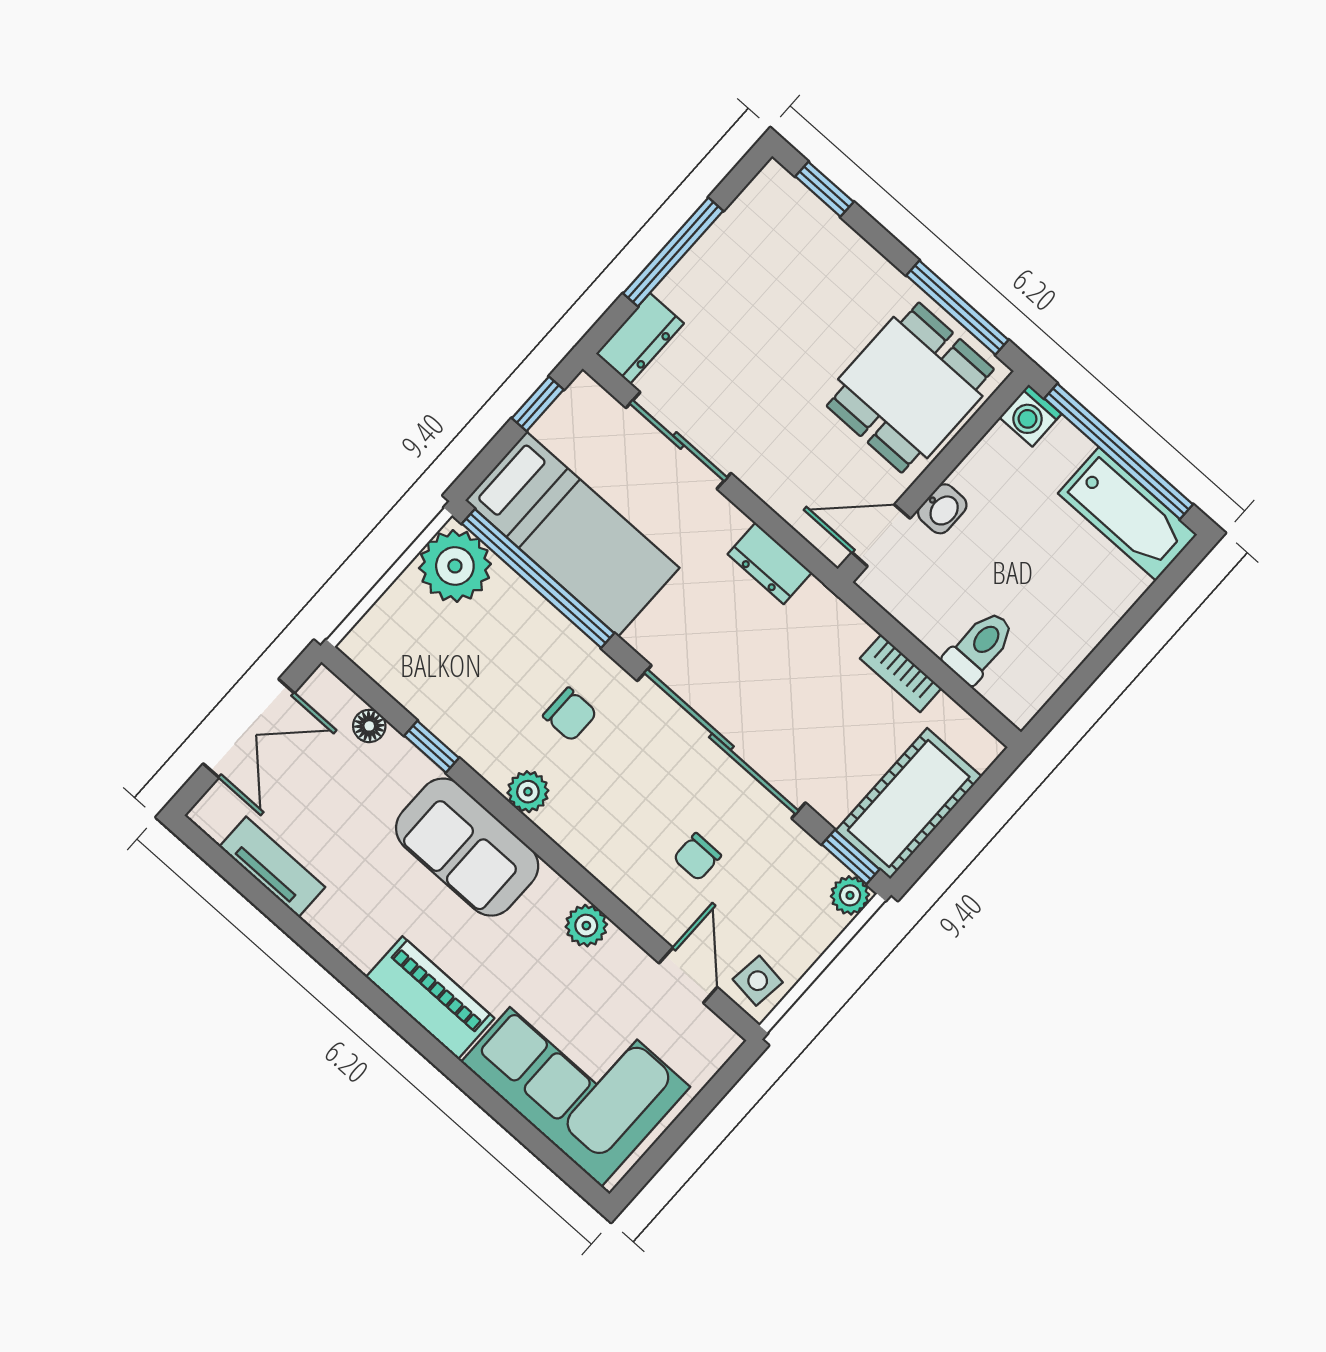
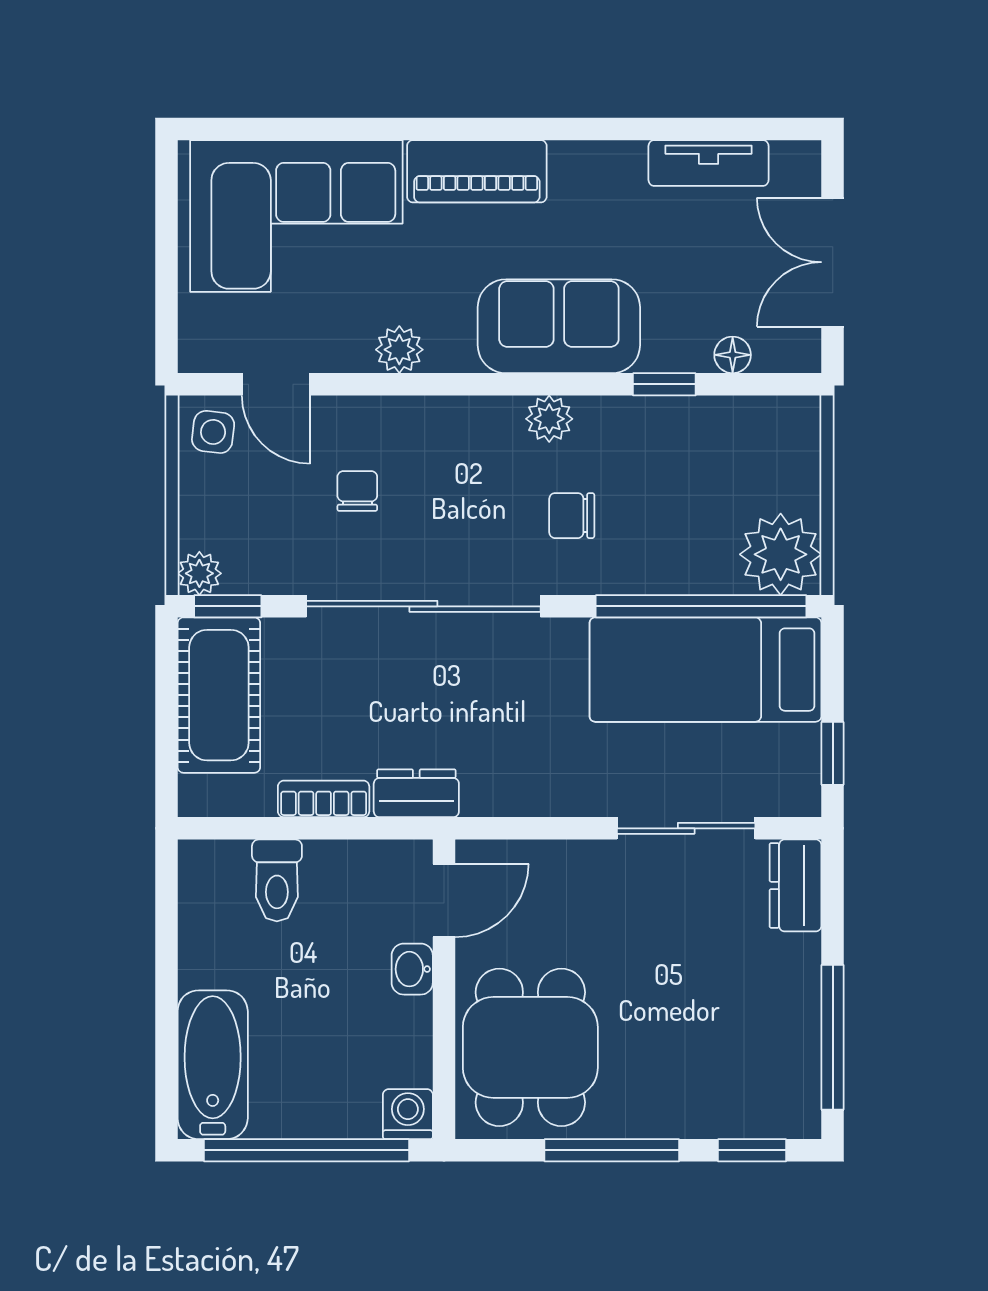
window: (673, 252) -> (833, 1037), moved
window: (957, 308) -> (612, 1150), moved
bathtub: (1128, 514) -> (213, 1065), moved, turned 90
dresser: (770, 563) -> (416, 793), moved

